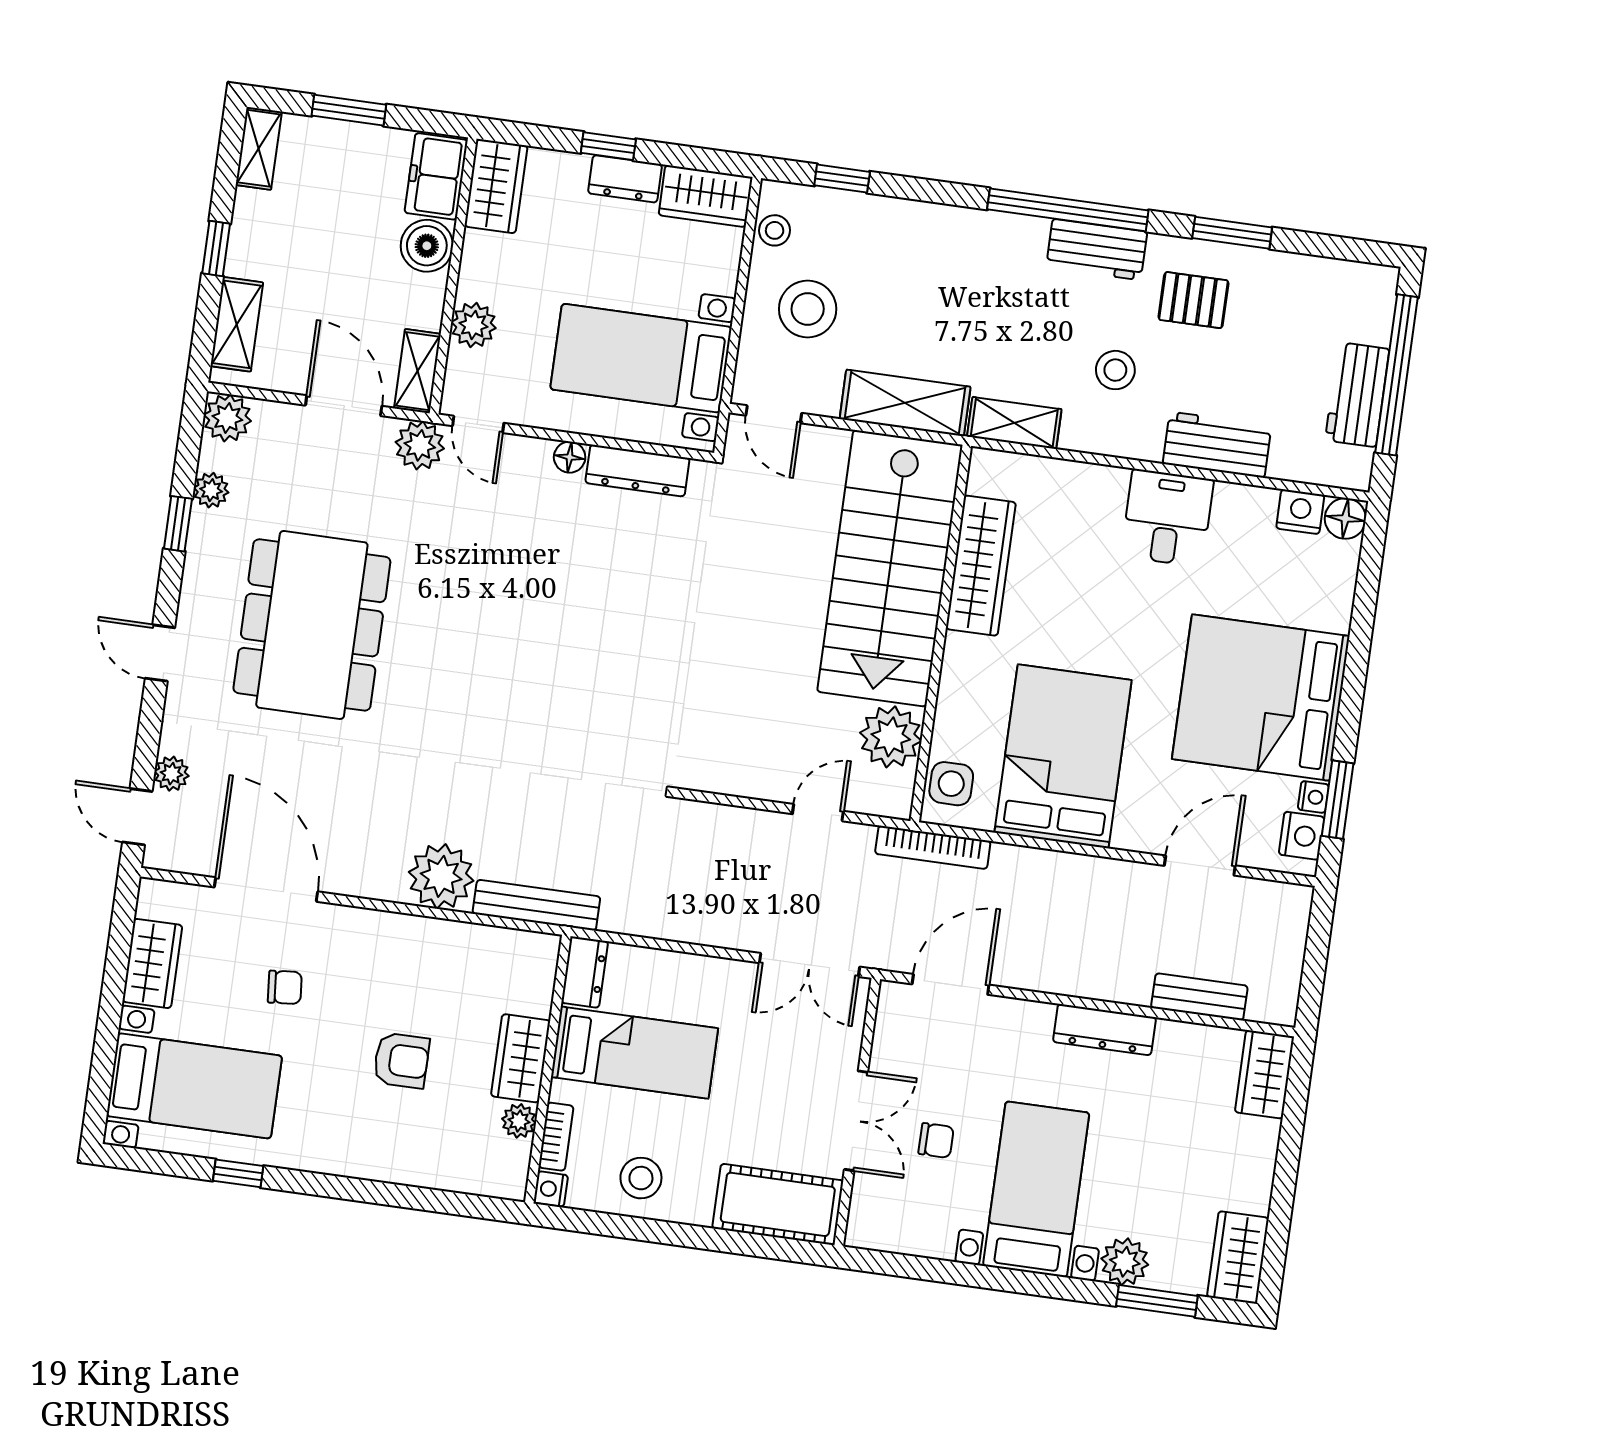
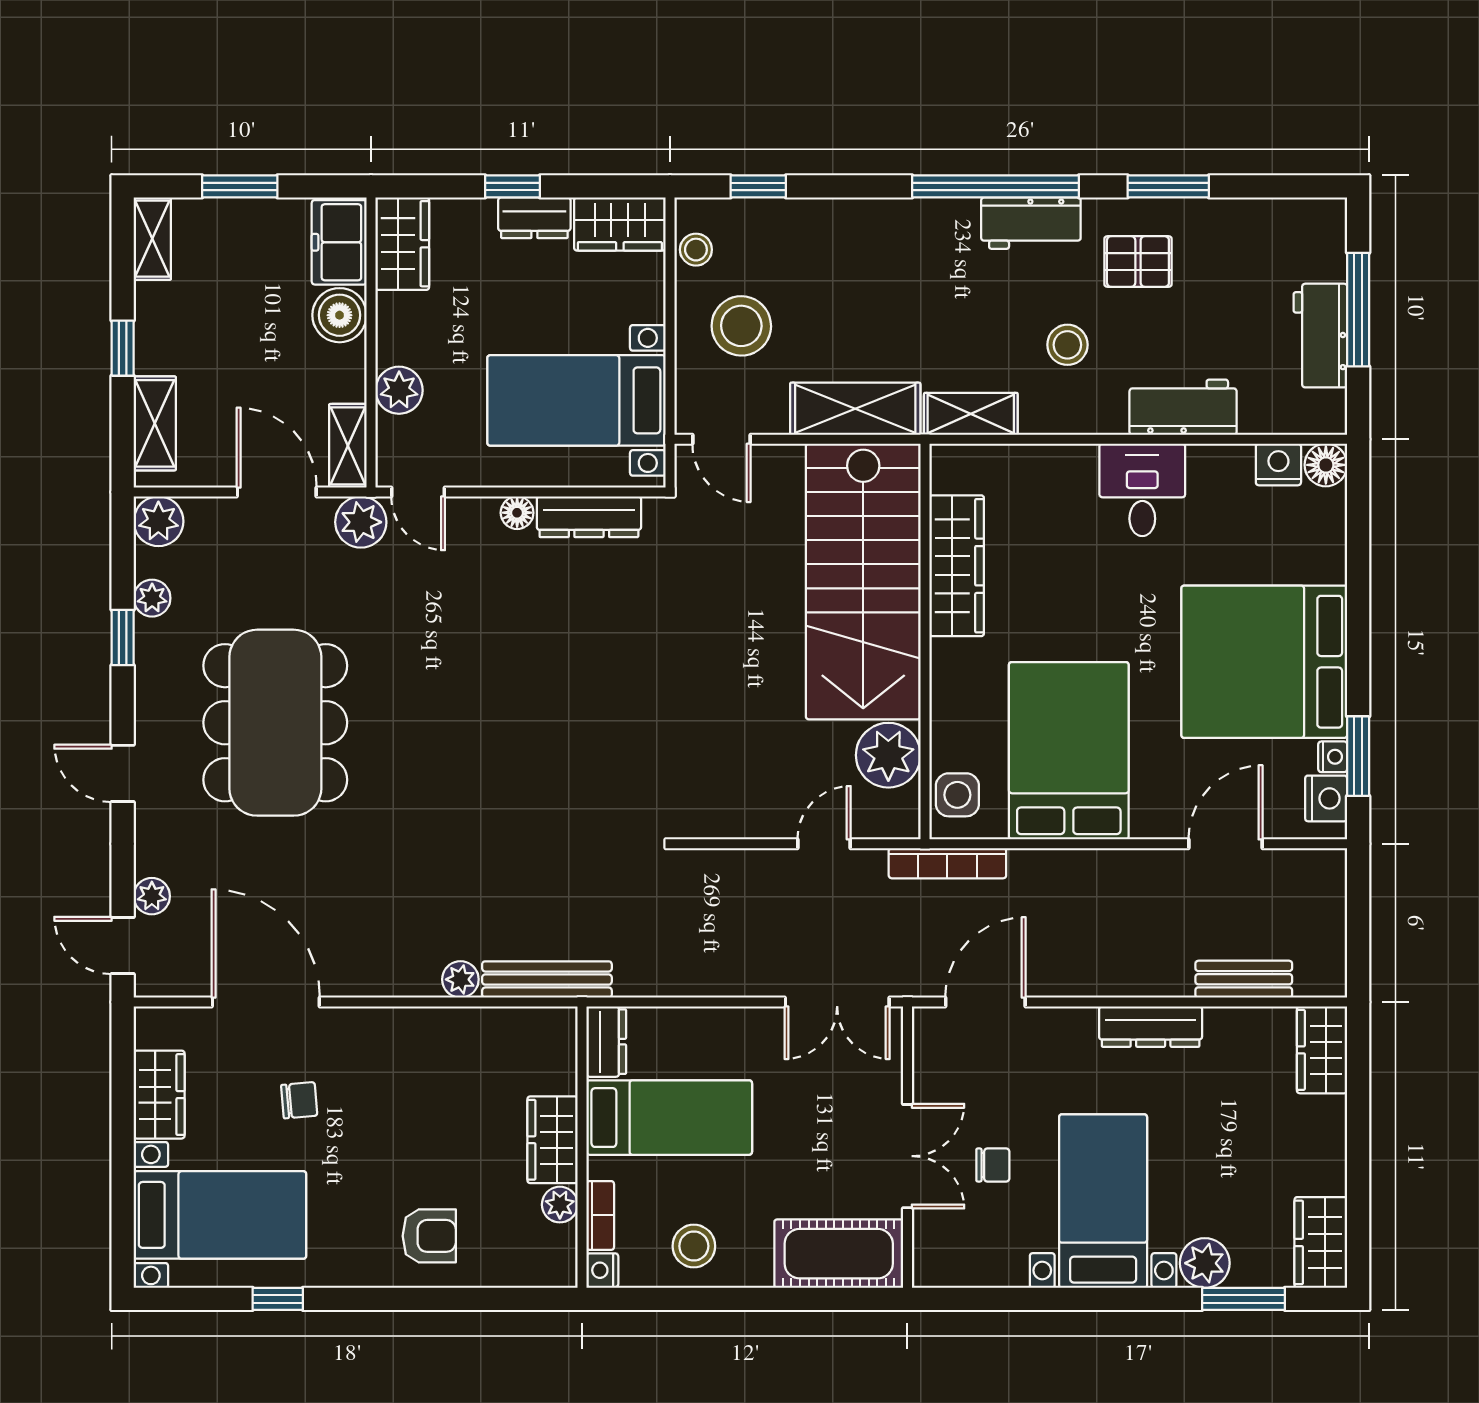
window: (1397, 375) -> (1358, 310), width x0.68
plant: (441, 876) -> (460, 979), width x0.53, depth x0.53
armchair: (401, 1060) -> (429, 1236), moved

